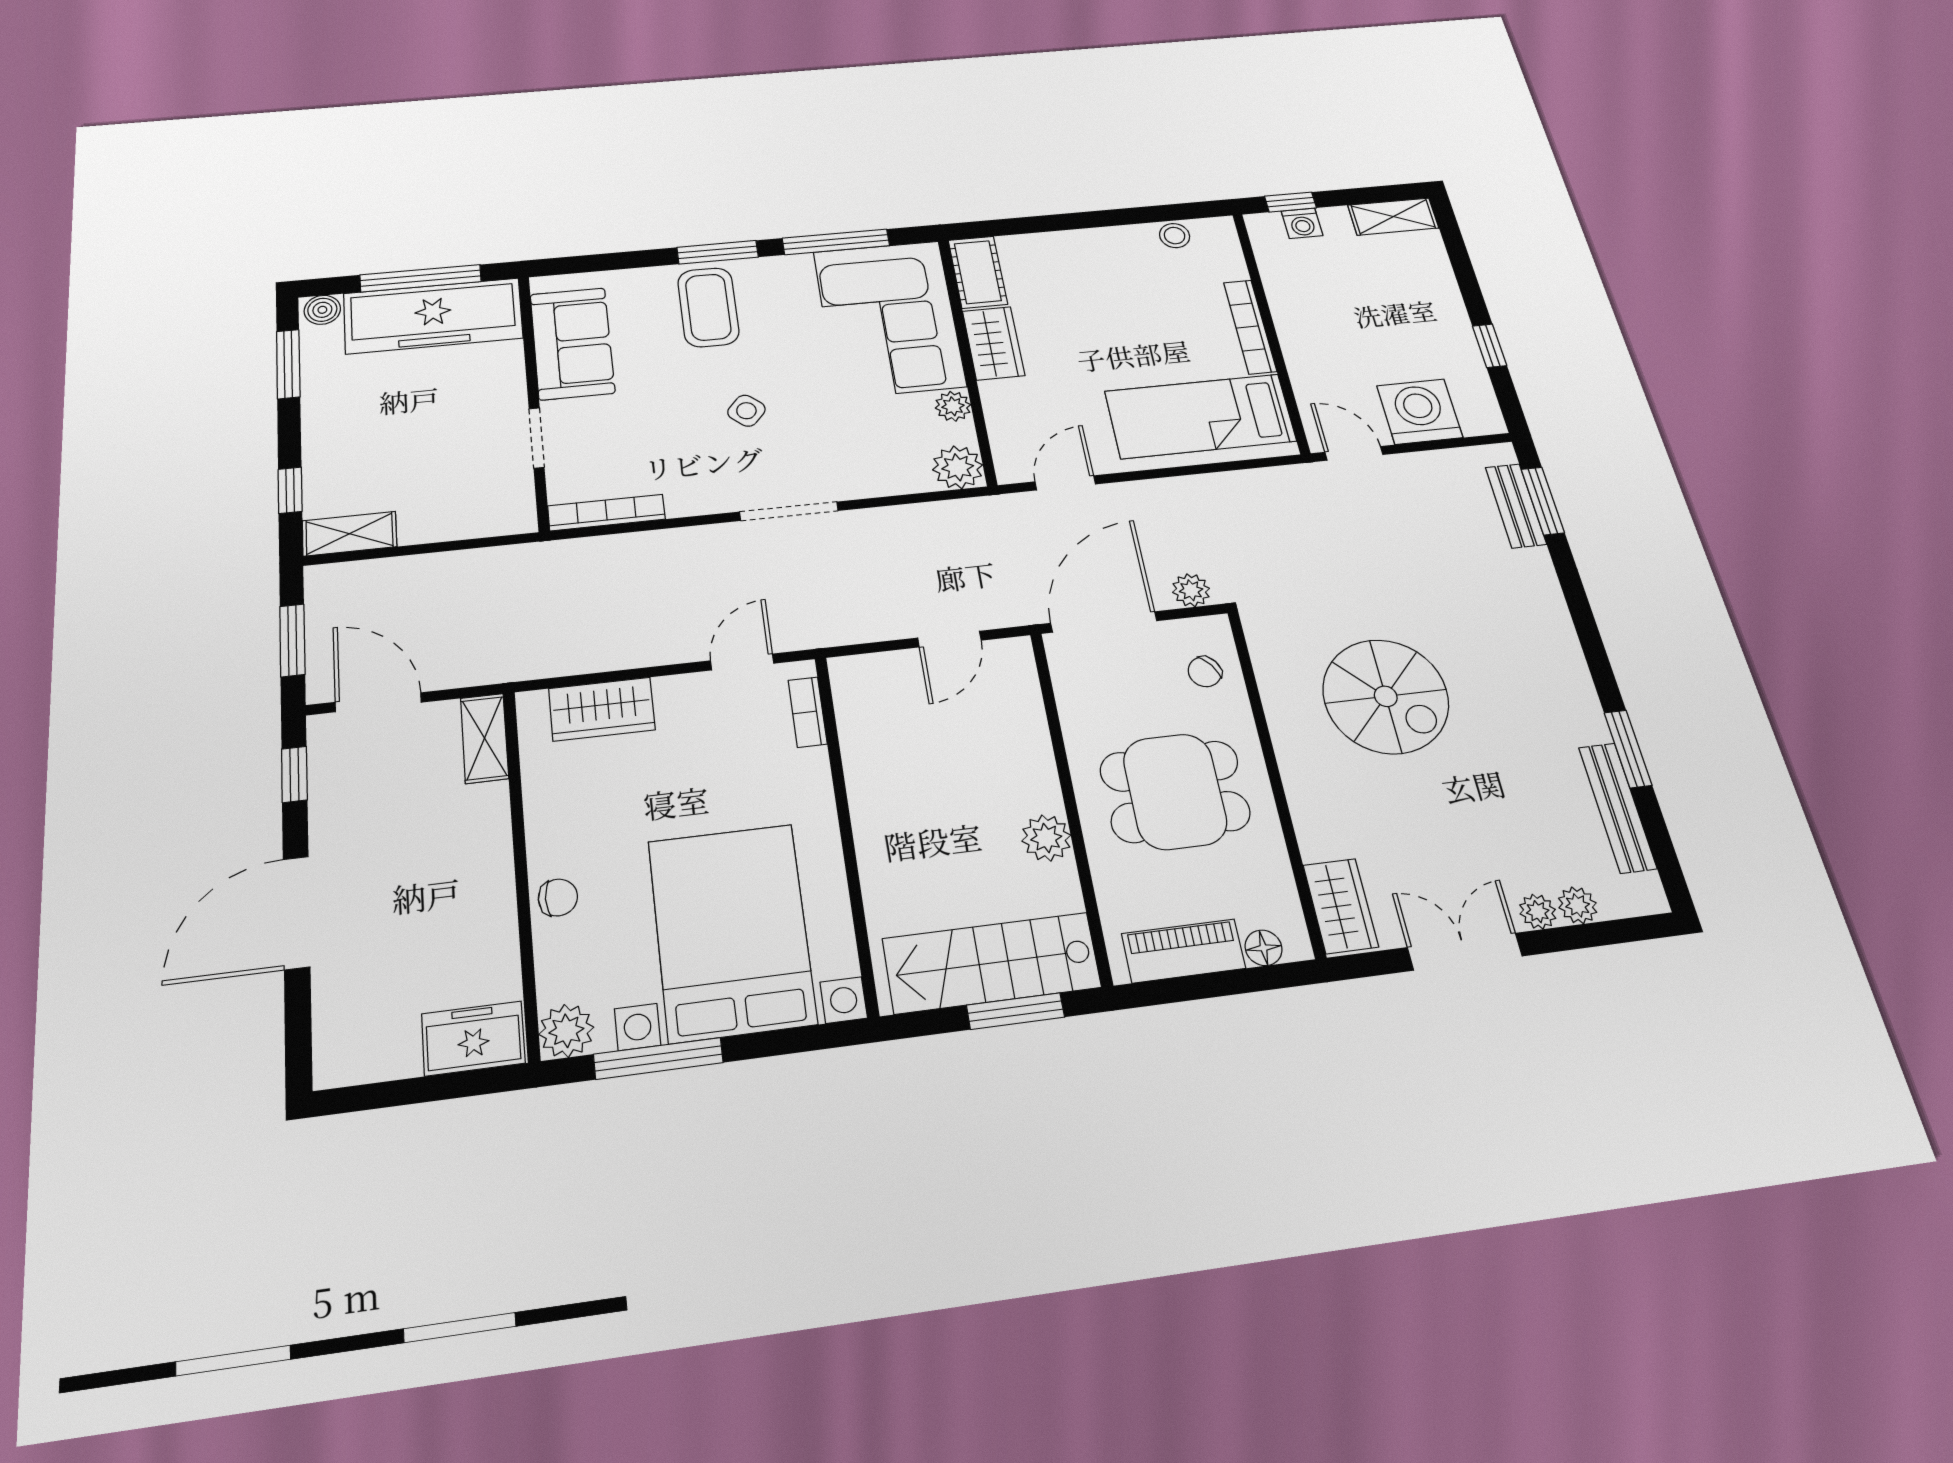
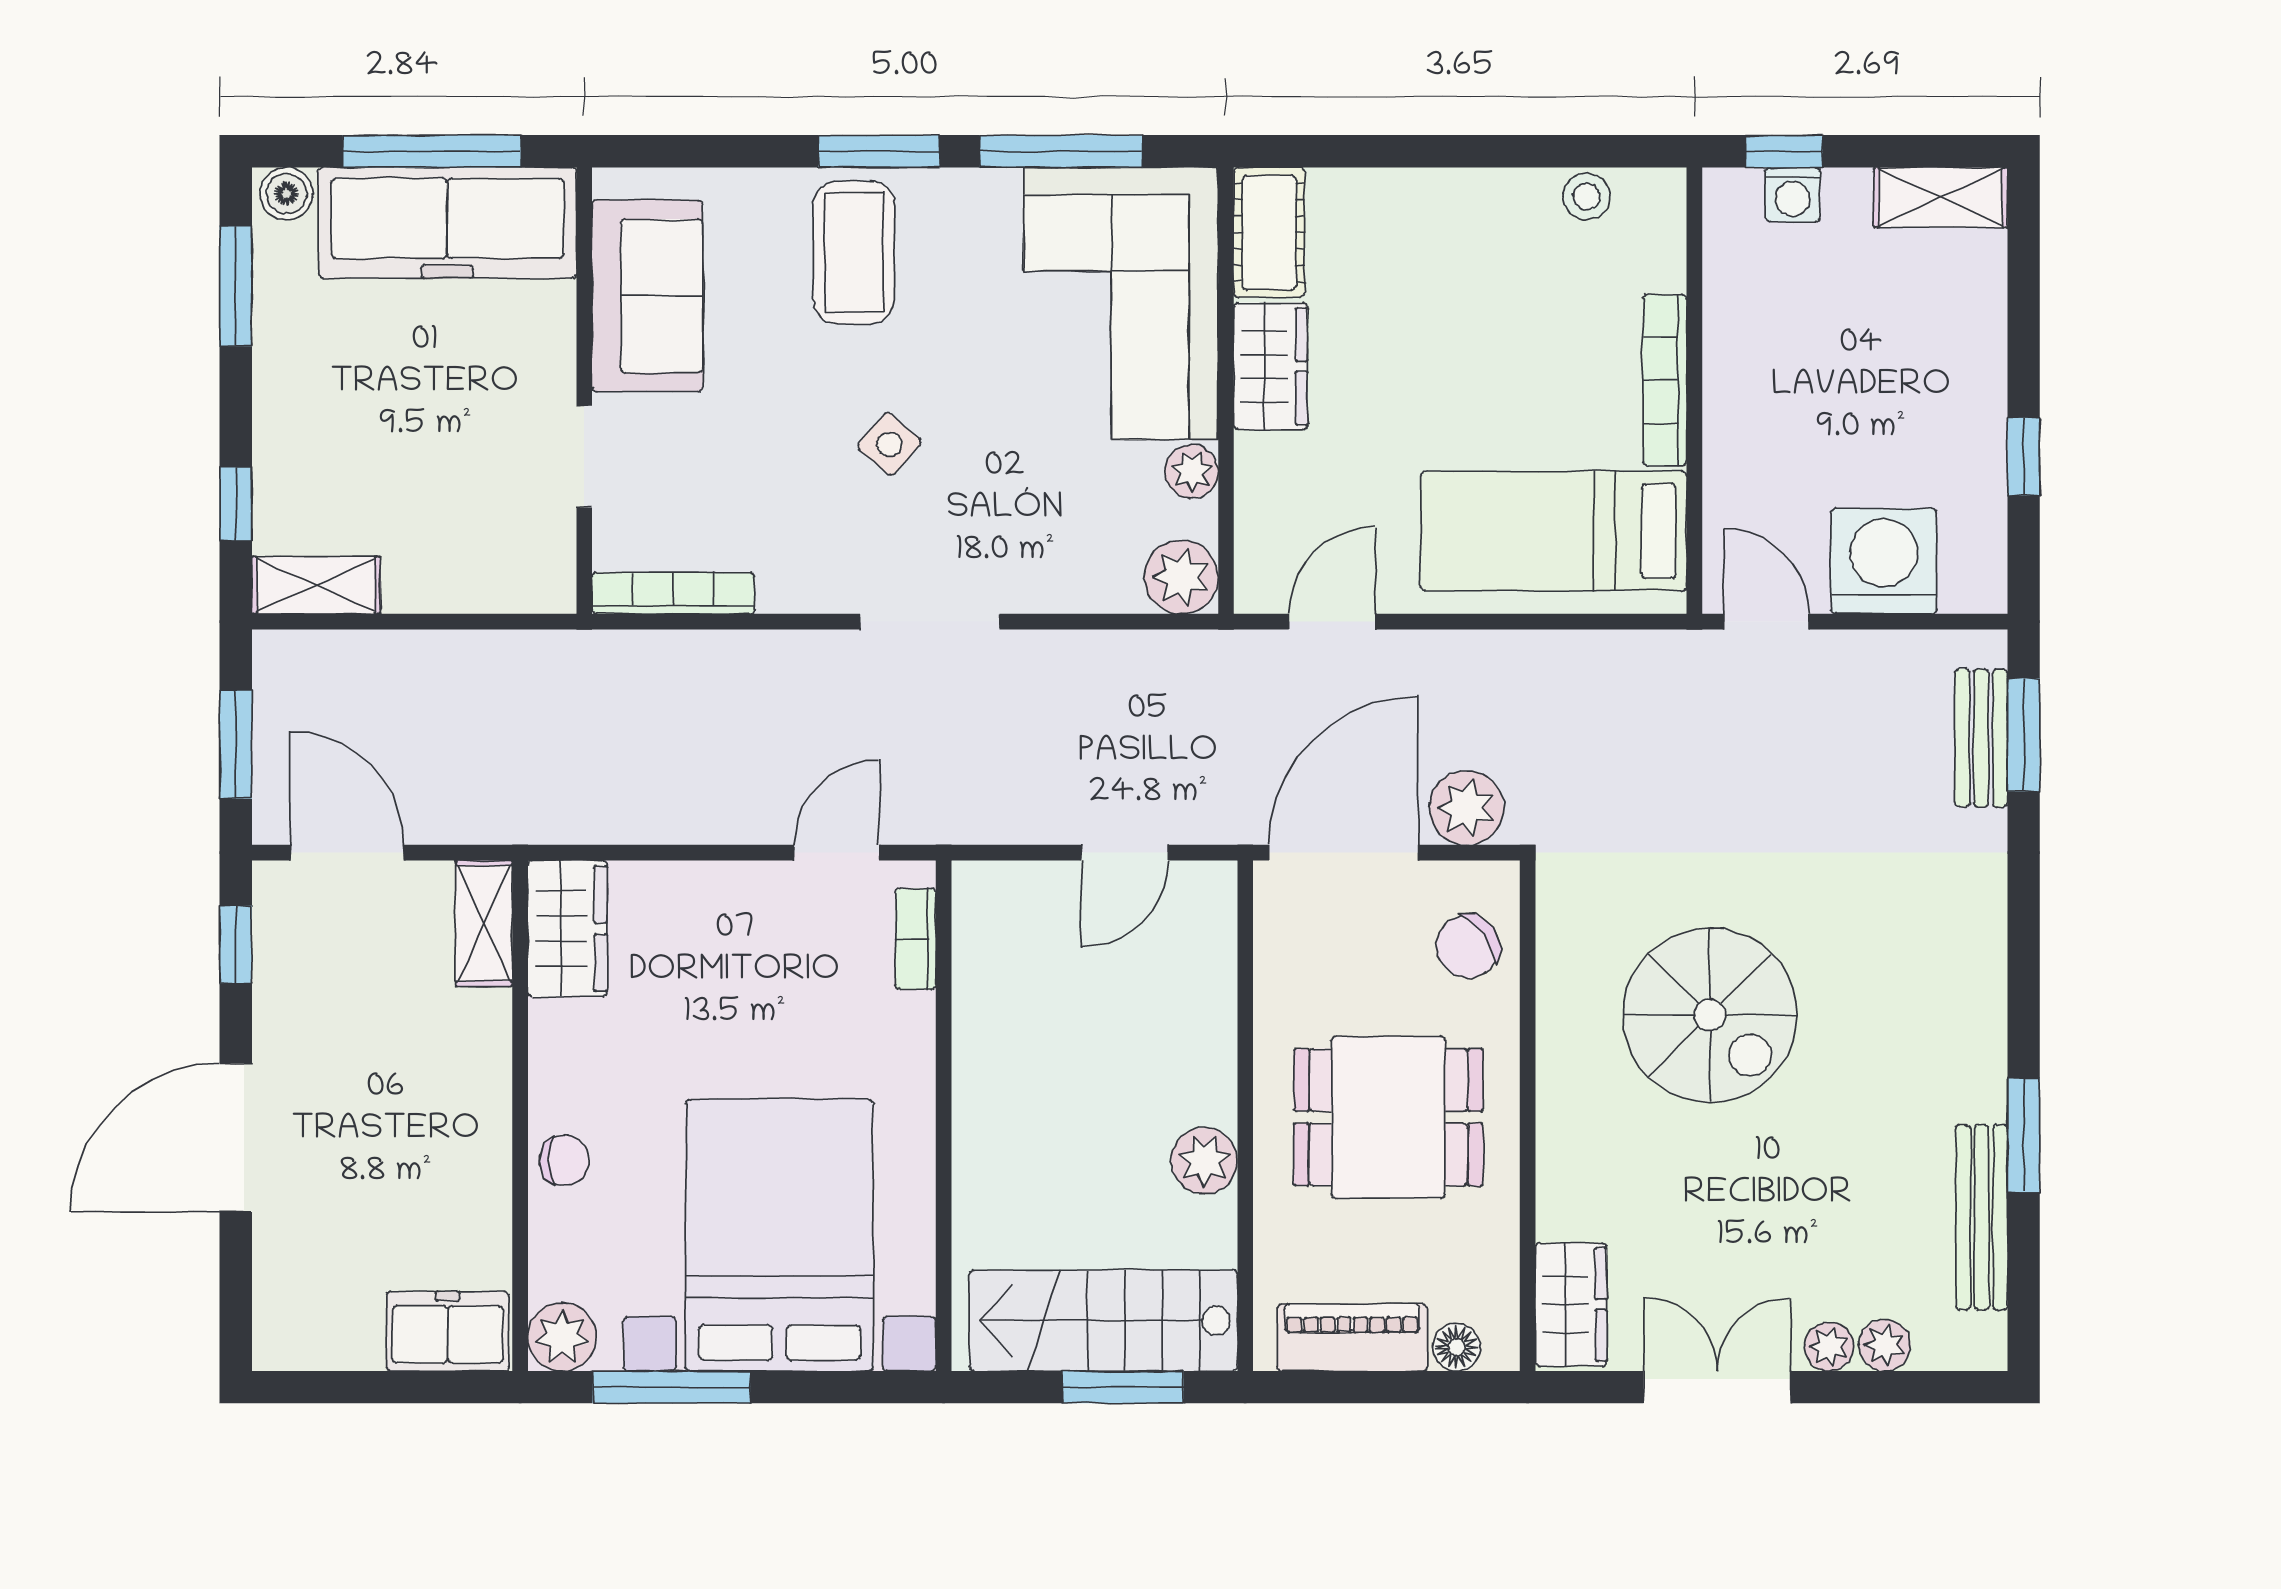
plant: (1191, 590) -> (1466, 808), width x1.38, depth x1.38
chair: (1205, 672) -> (1468, 946), width x1.37, depth x1.37
wardrobe: (602, 709) -> (567, 929), moved, turned -90

